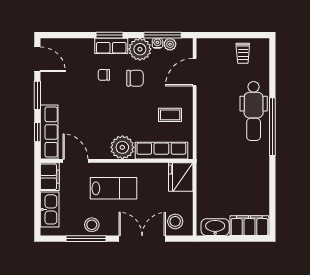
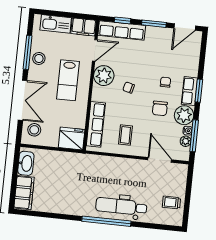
chair: (115, 117) -> (129, 88), added
plant: (122, 147) -> (104, 76), moved

